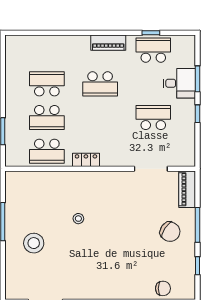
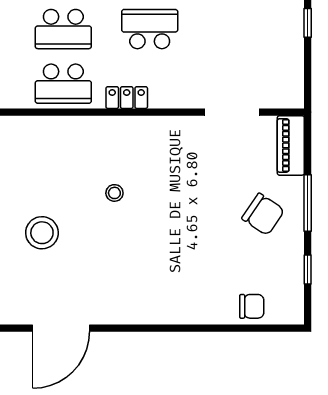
school desk: (153, 118) -> (150, 29), moved

